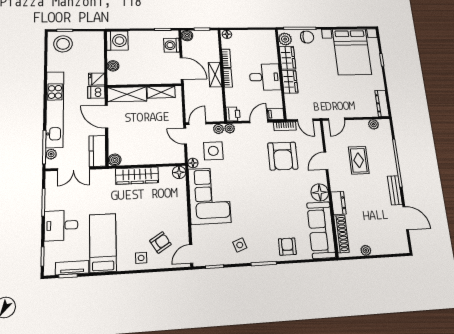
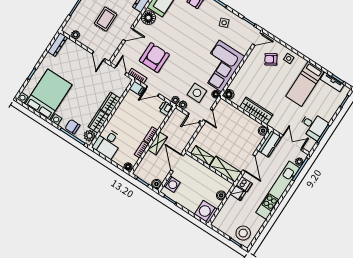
desk: (265, 77) -> (108, 143), moved, turned -90
door: (336, 119) -> (98, 56), swing flipped
desk: (61, 225) -> (313, 126), moved

